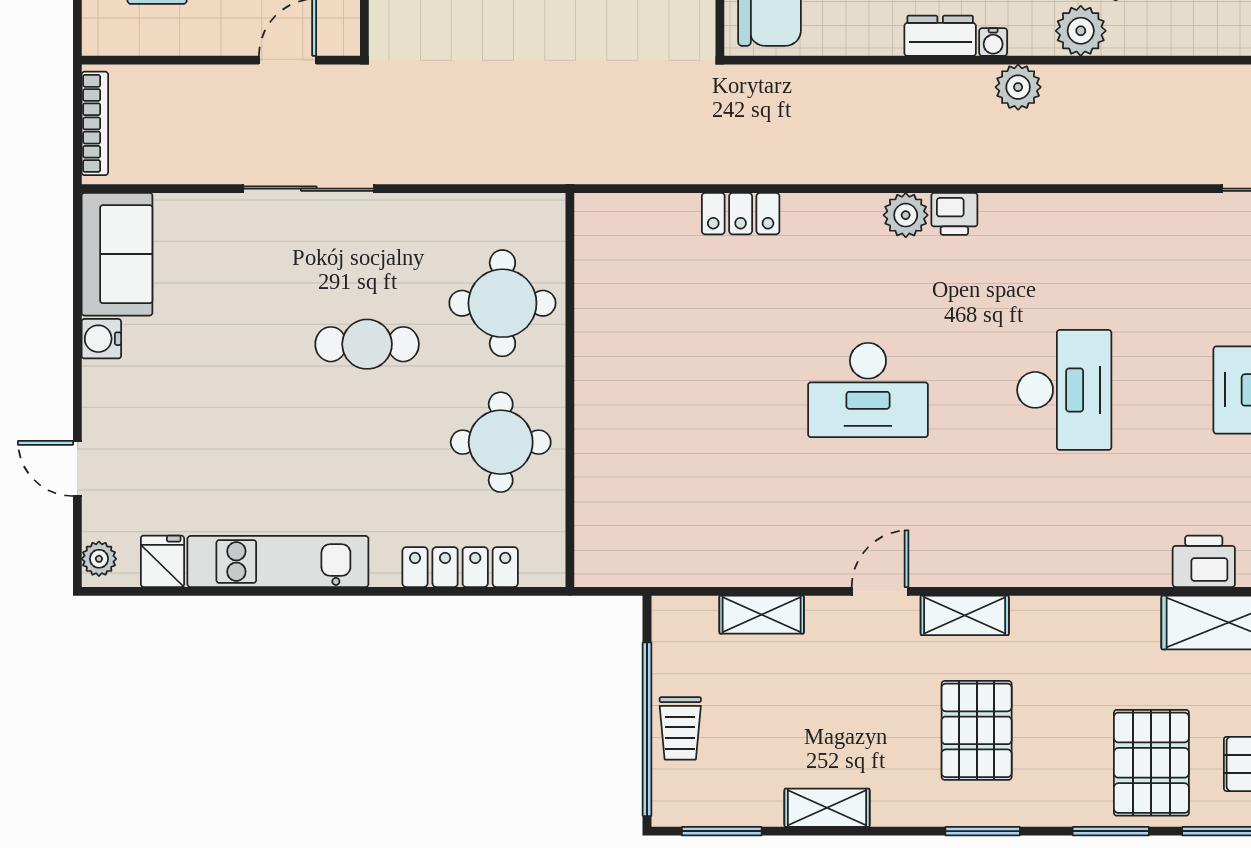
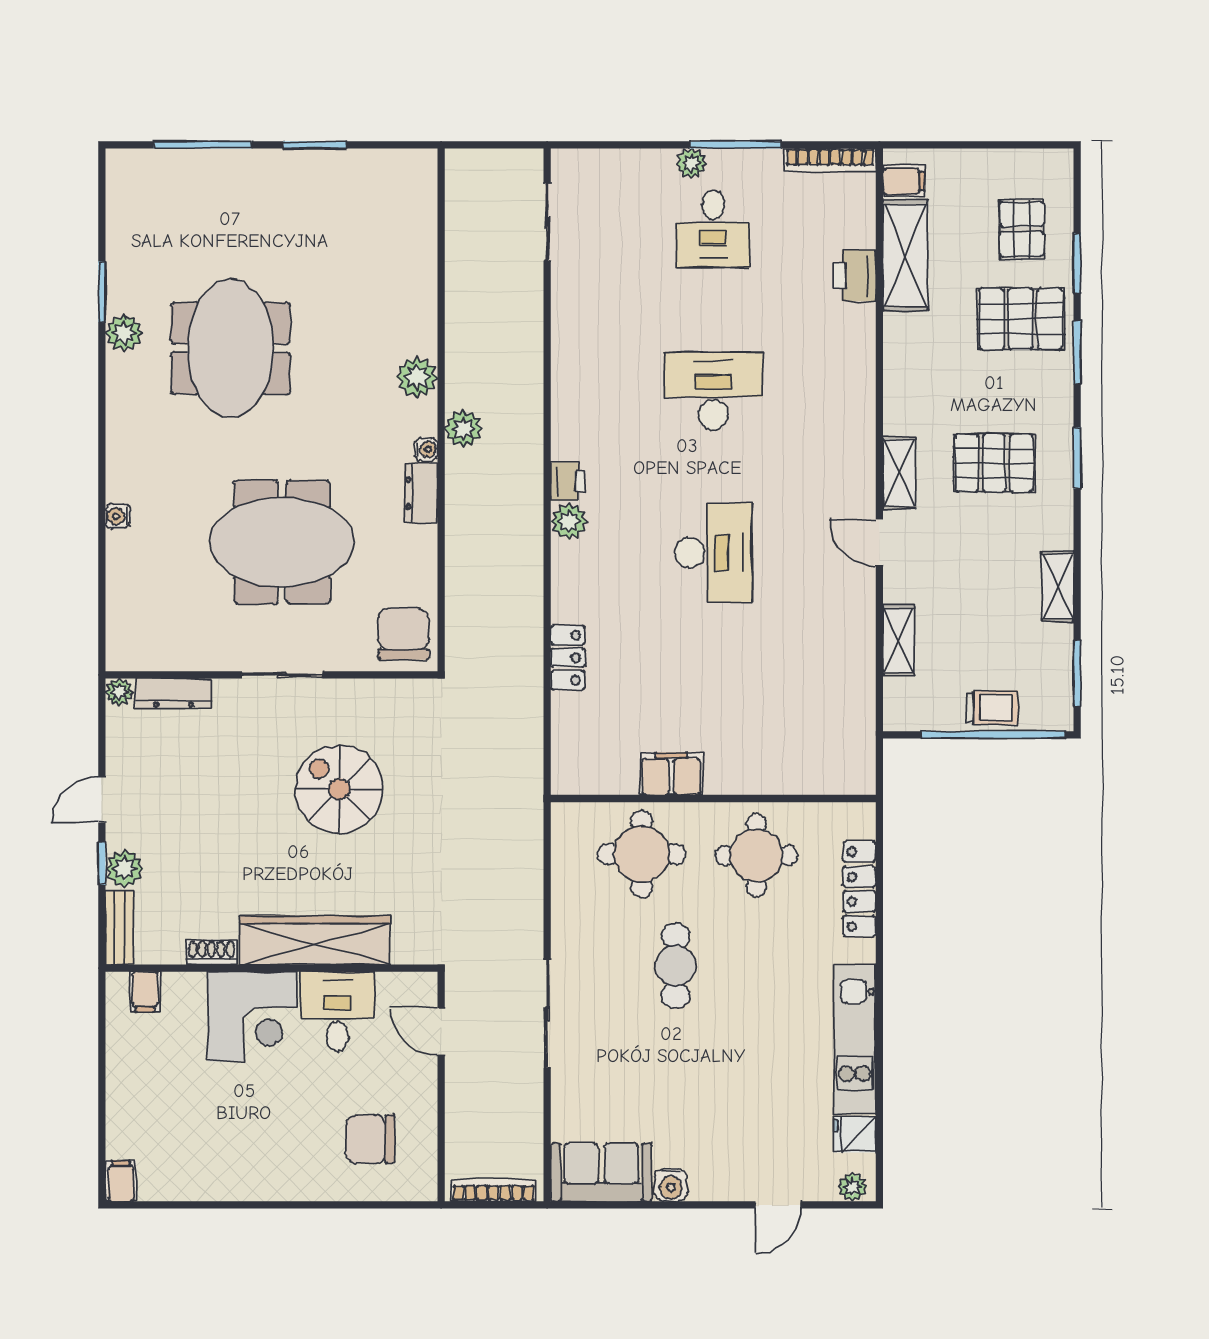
filing cabinet: (600, 339) -> (671, 774), added

